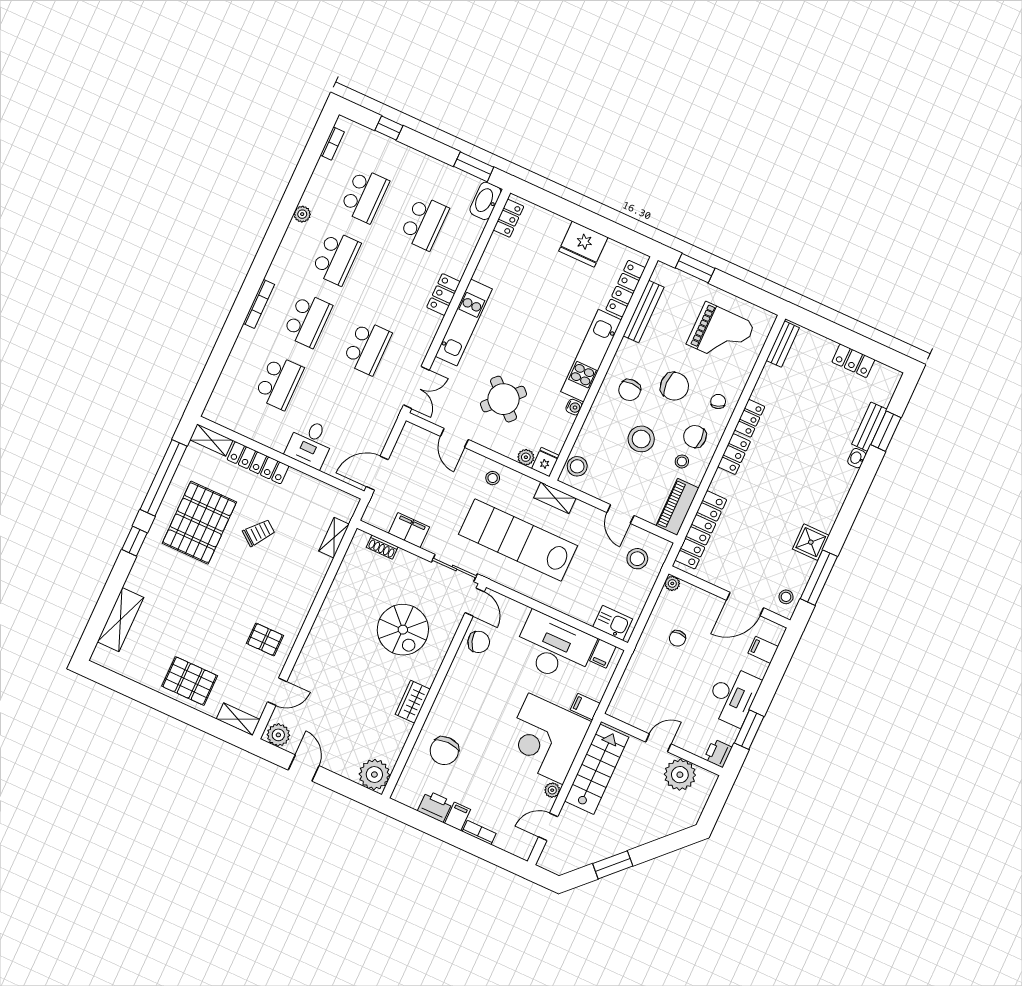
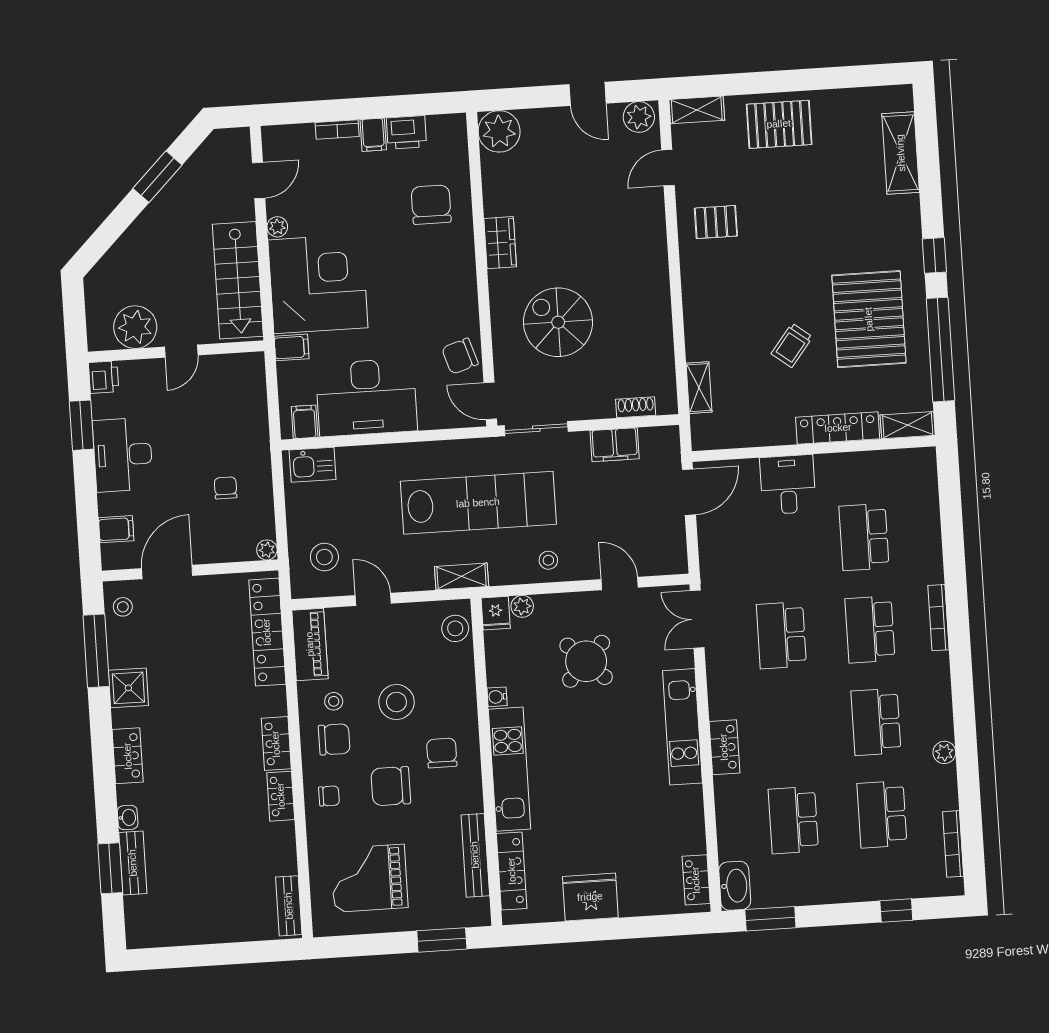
bookcase: (332, 143) -> (953, 844), width x1.56
locker: (853, 361) -> (128, 756), moved, turned 90
chair: (718, 402) -> (329, 796), turned -70

